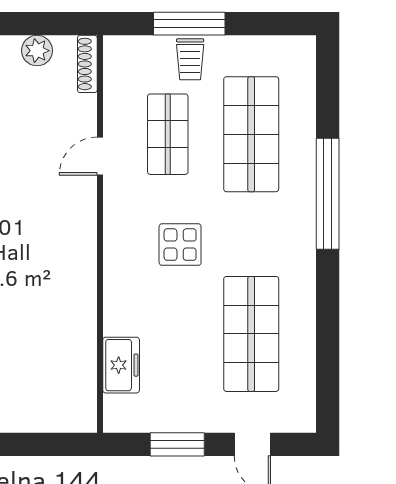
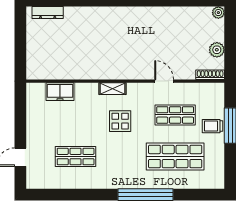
shelving: (115, 260) -> (113, 89), added
shop shelf: (251, 334) -> (76, 157), width x0.70, depth x0.74
window: (177, 444) -> (20, 120), removed

